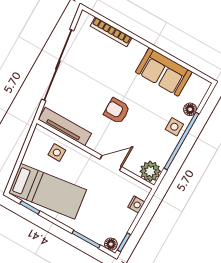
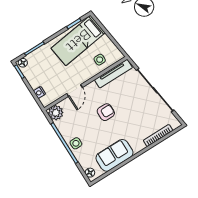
floor lamp: (190, 109) -> (90, 173), moved

